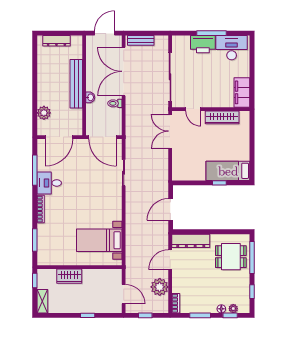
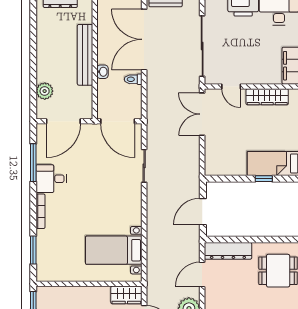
wardrobe: (69, 276) -> (126, 295), moved

